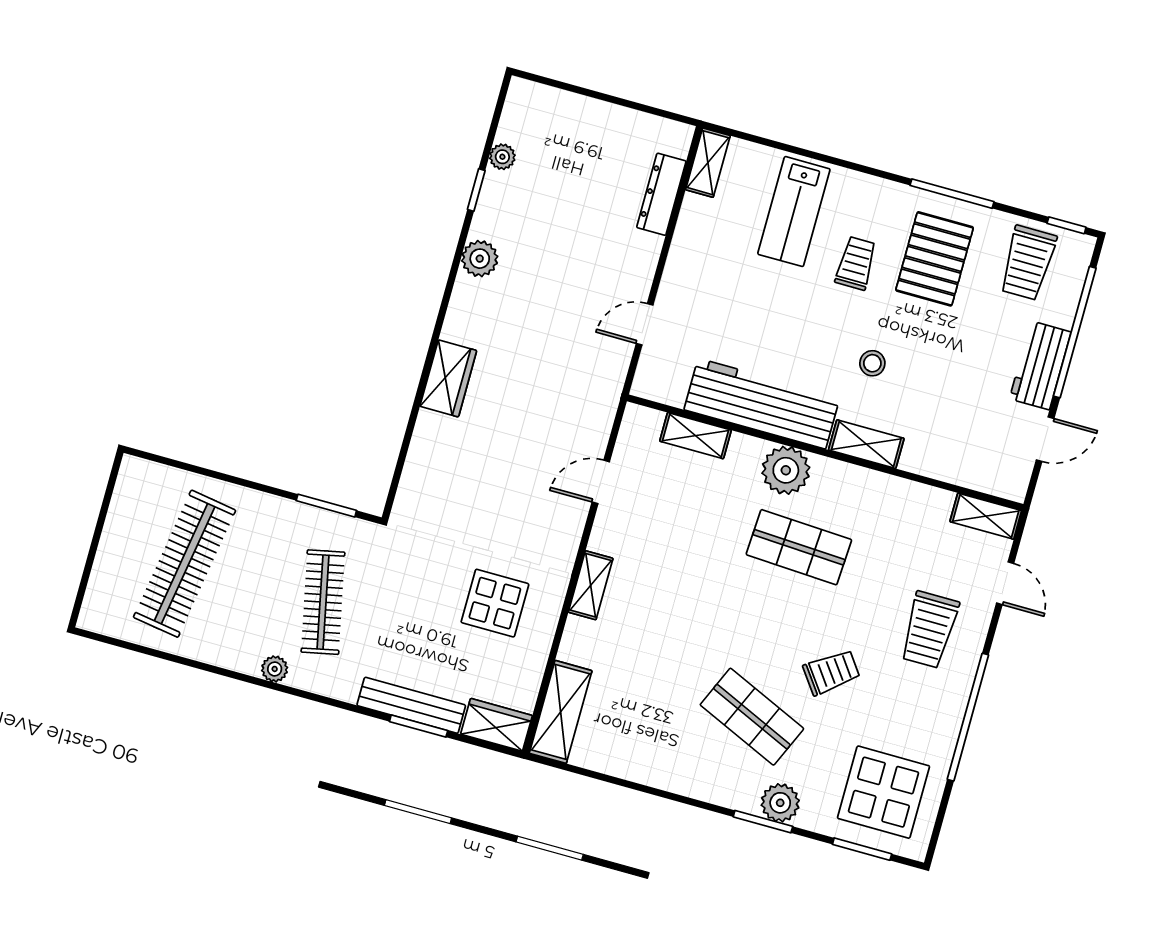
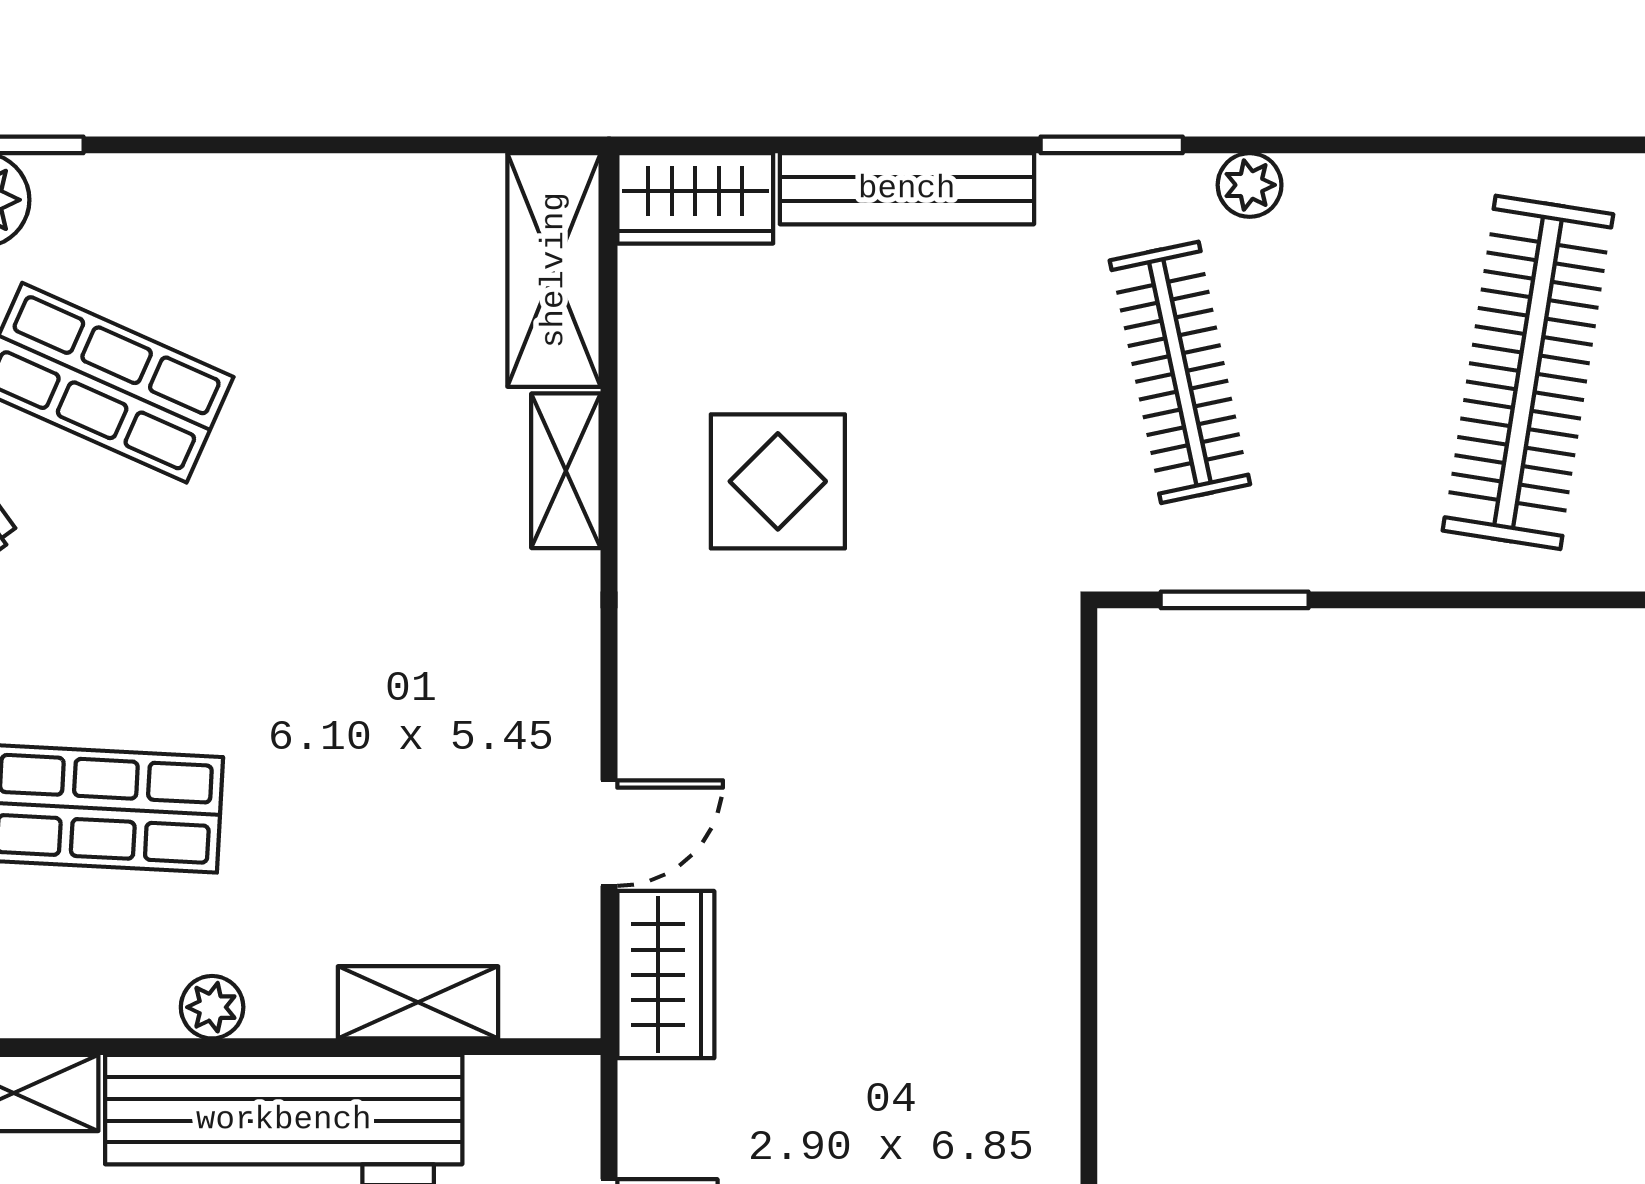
wardrobe: (448, 378) -> (666, 975), moved, turned 180
plant: (786, 470) -> (212, 1007), width x0.53, depth x0.53
shelving: (591, 585) -> (566, 471), moved
window: (419, 726) -> (1112, 145), moved

